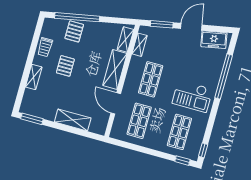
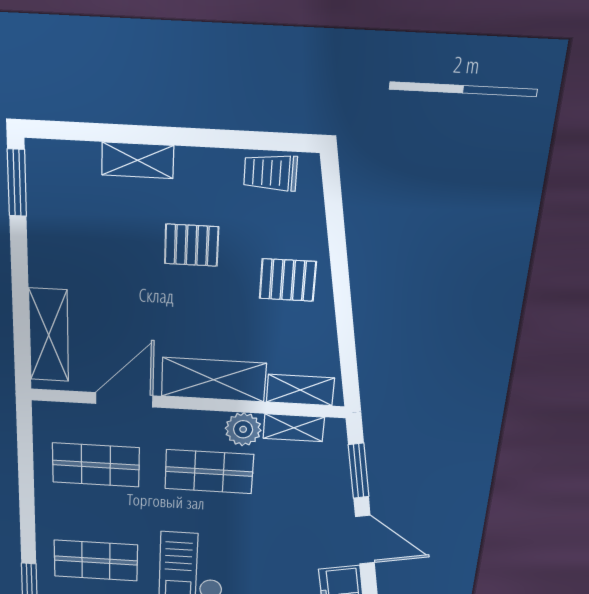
window: (77, 17) -> (338, 248), removed
pallet: (74, 31) -> (288, 280), moved
trolley: (45, 47) -> (270, 173), moved
plant: (136, 63) -> (243, 429), added
shelving: (73, 120) -> (49, 335), moved

